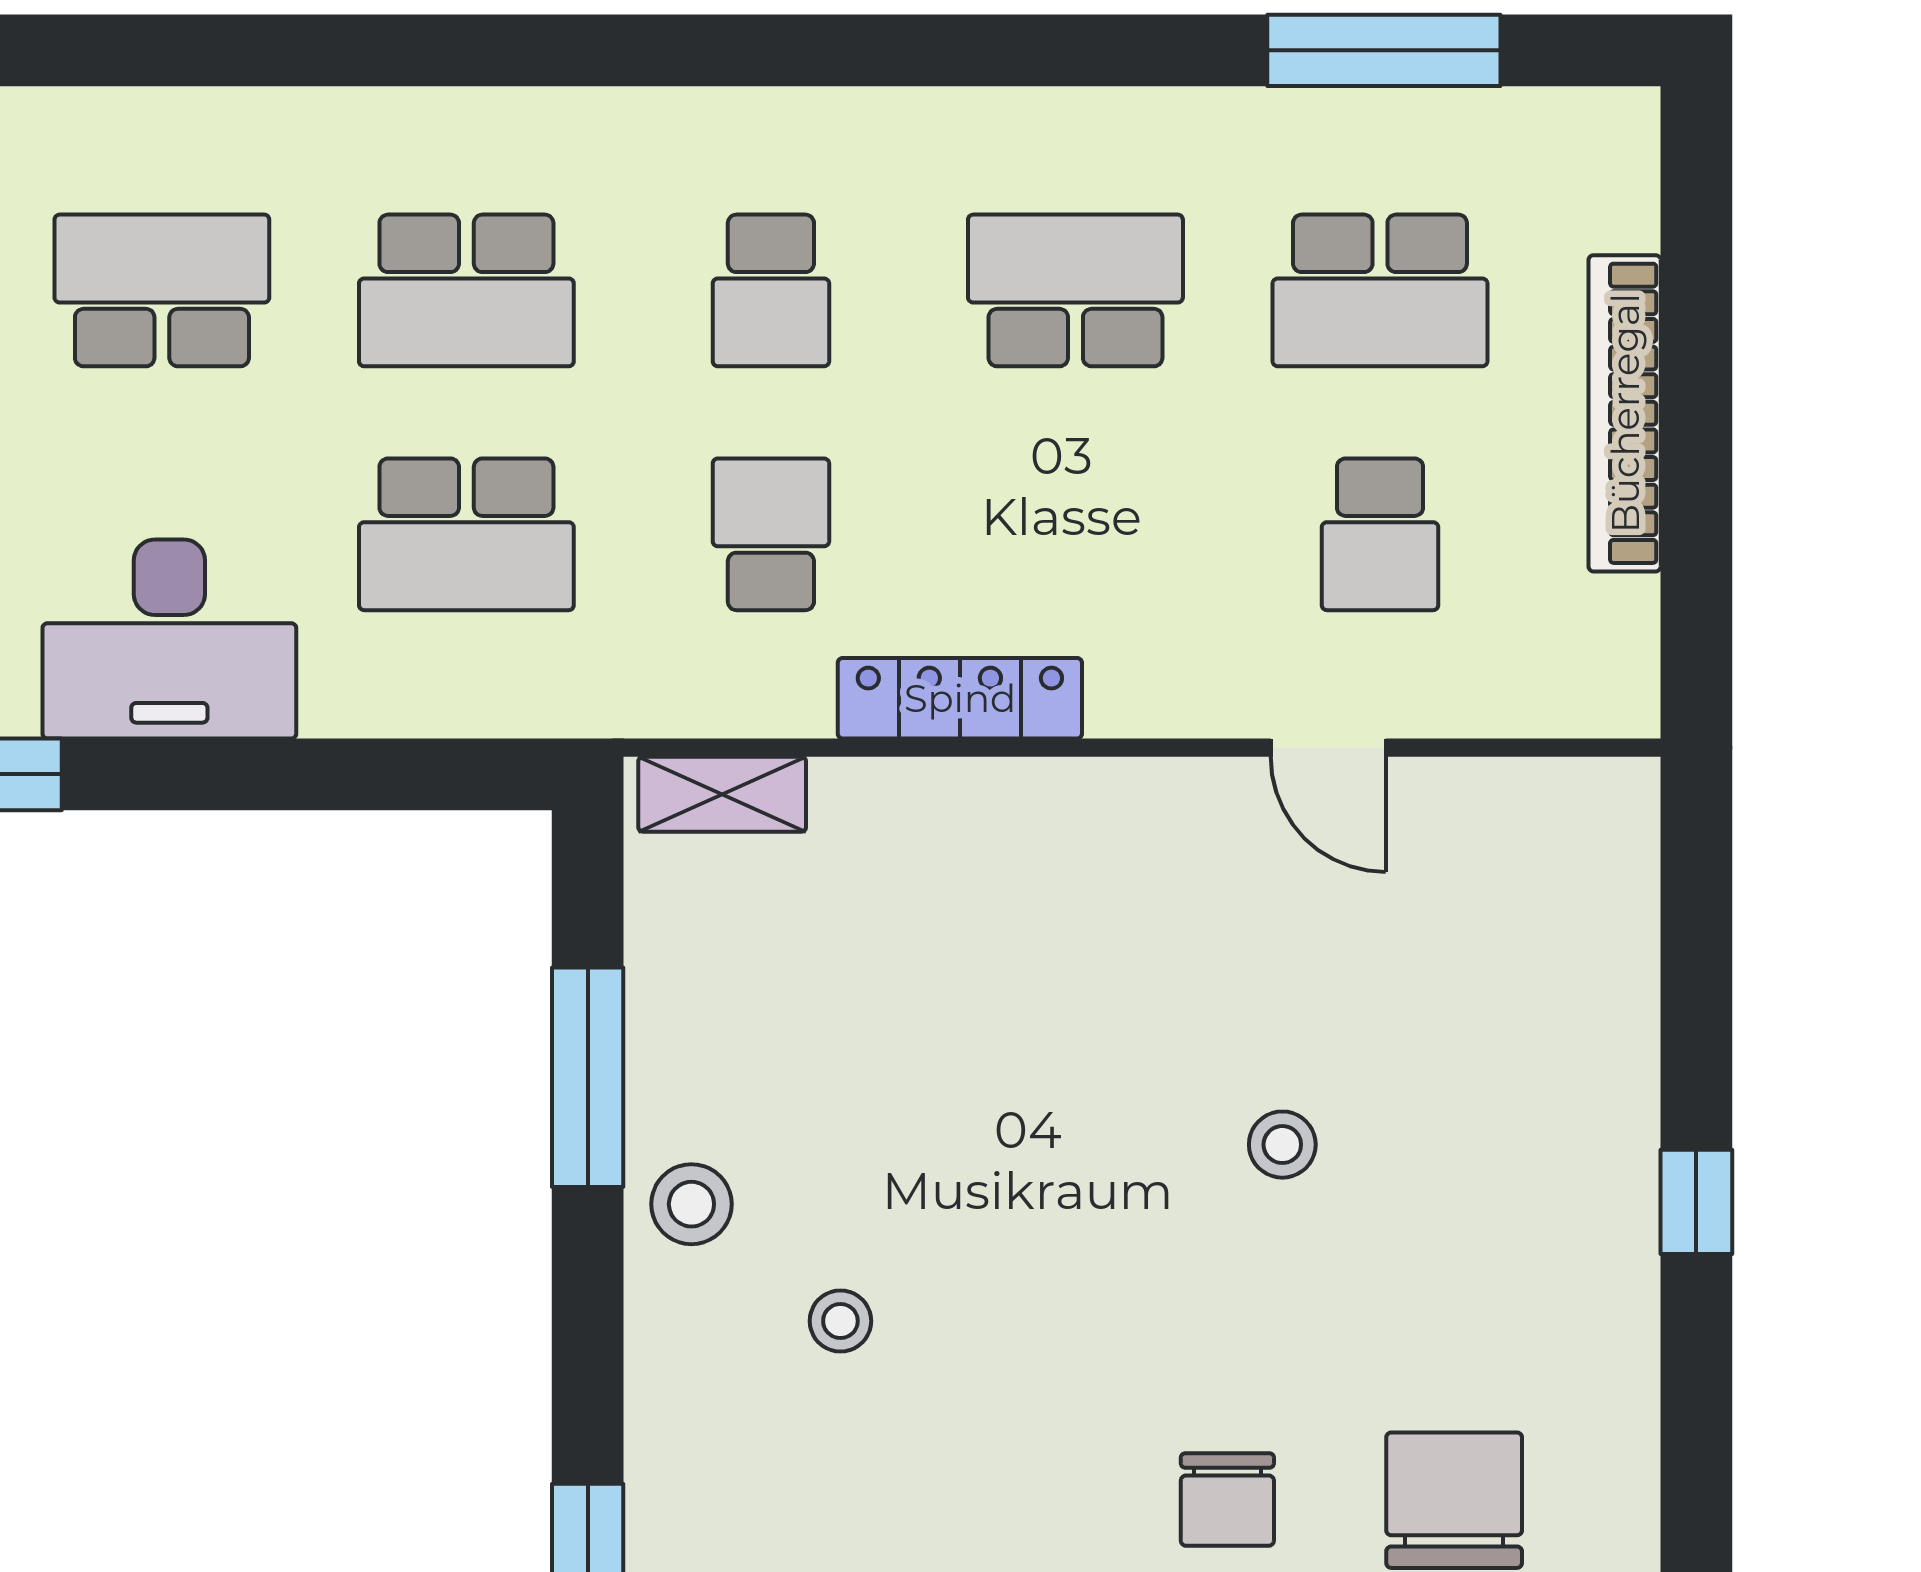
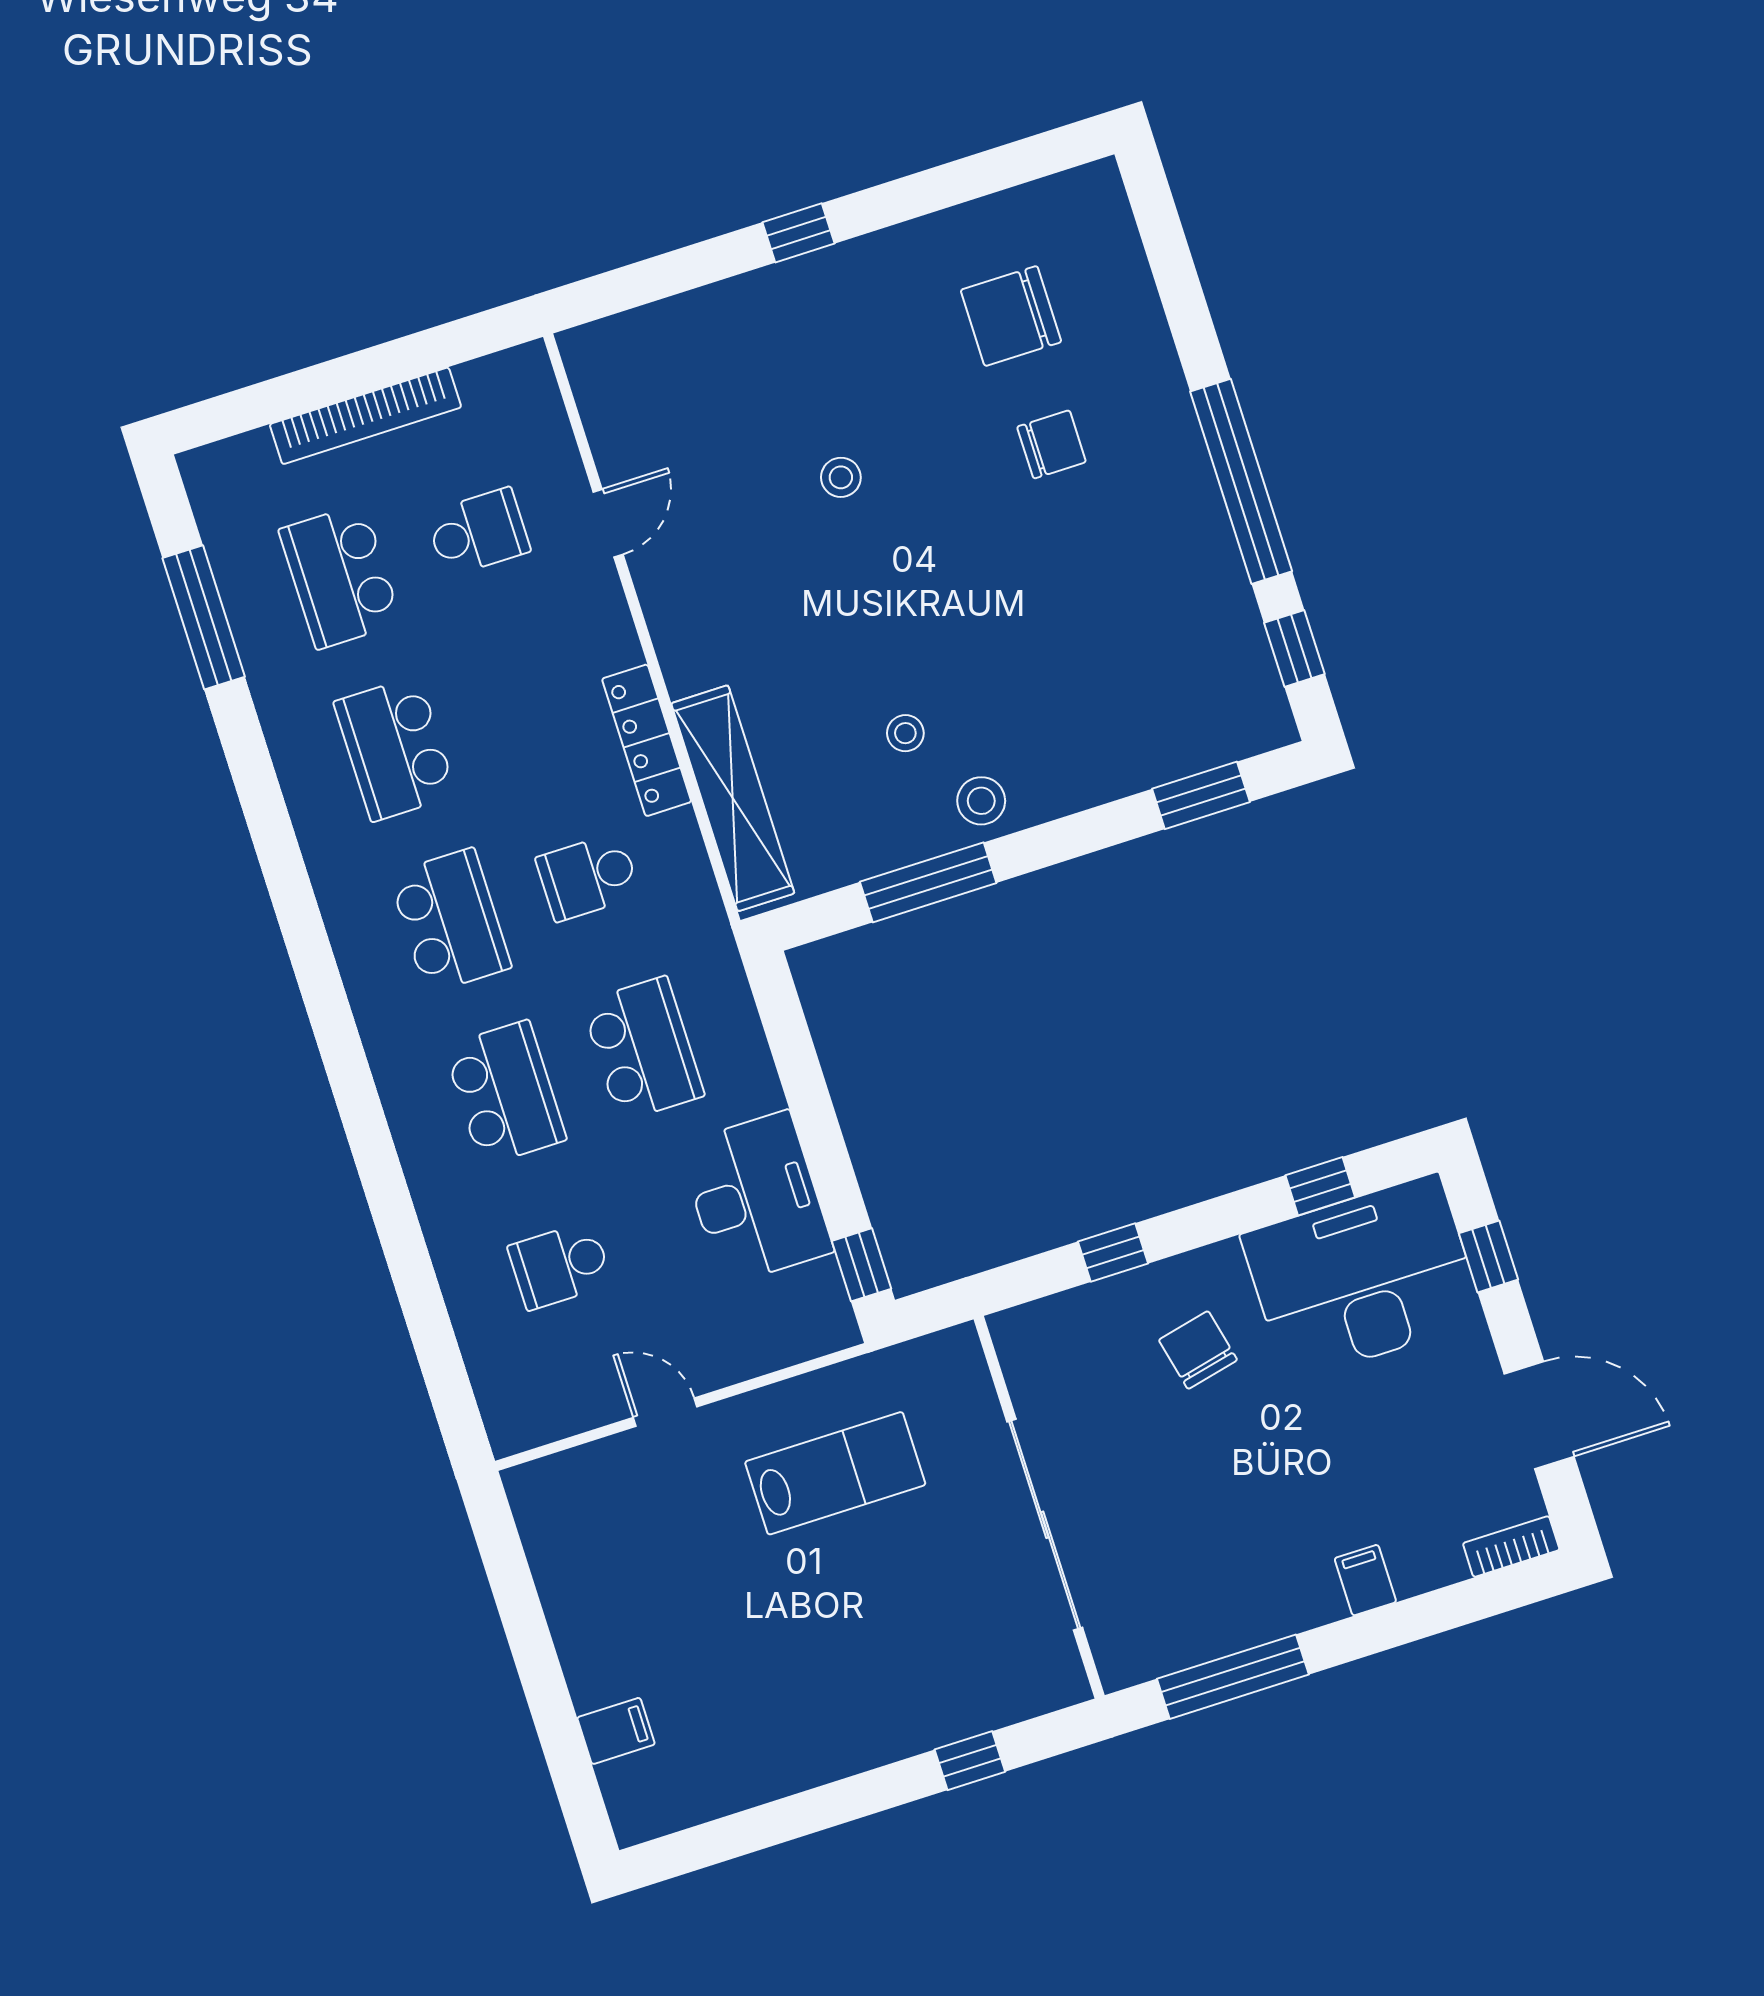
school desk: (162, 290) -> (560, 1265), width x0.54
school desk: (771, 290) -> (450, 921), width x1.85
school desk: (1380, 290) -> (340, 576), turned 180
shelving: (722, 794) -> (733, 798), width x2.20, depth x1.33
stool: (840, 1321) -> (905, 733), moved

